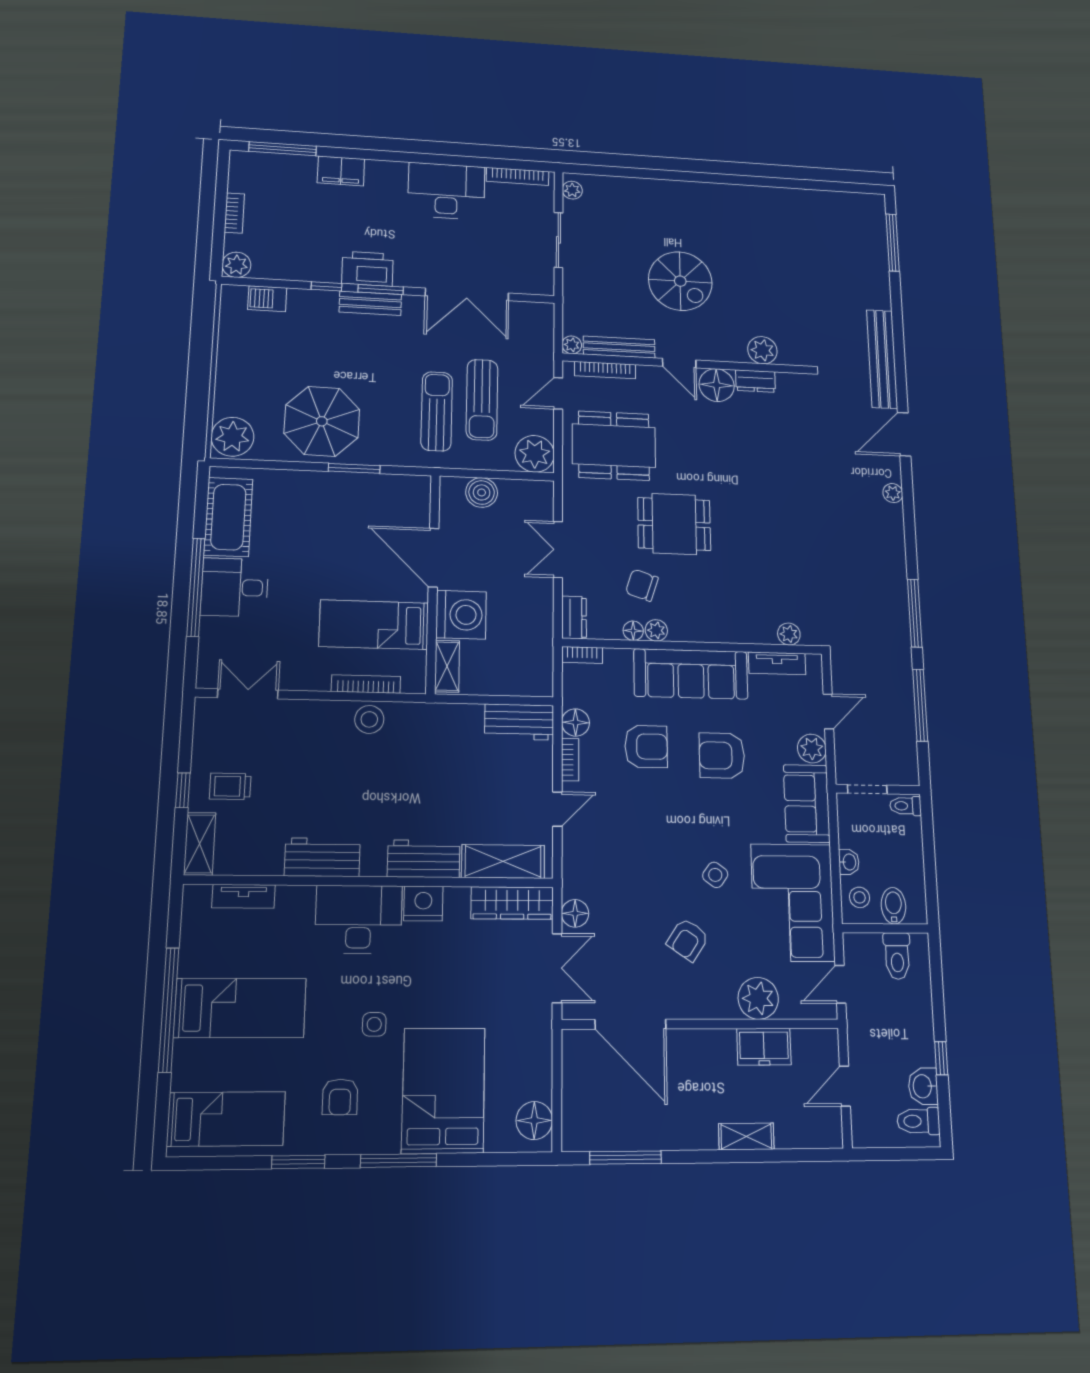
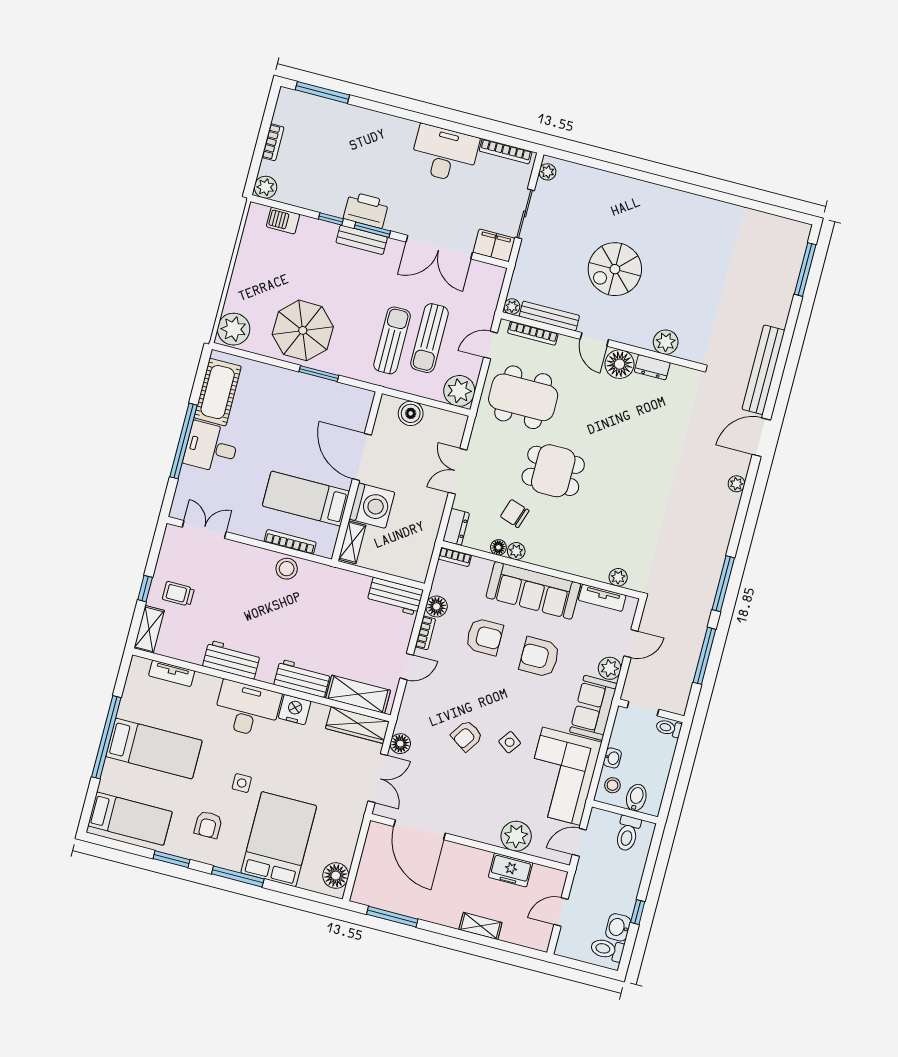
filing cabinet: (341, 171) -> (494, 245), moved, turned 180
spiral stairs: (680, 281) -> (615, 269), turned 90
armchair: (688, 940) -> (467, 736), moved

